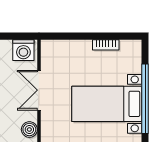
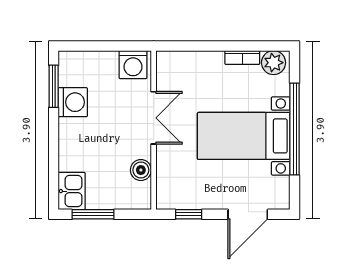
plant: (129, 49) -> (274, 63), added
double door: (39, 90) -> (154, 118), swing flipped

